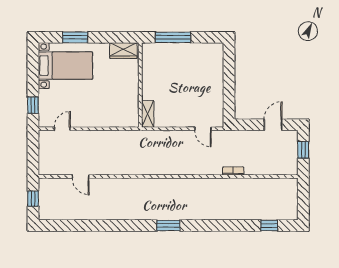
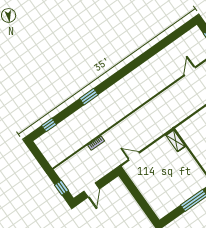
door: (81, 176) -> (190, 71), hinge flipped
window: (168, 225) -> (89, 97), moved

